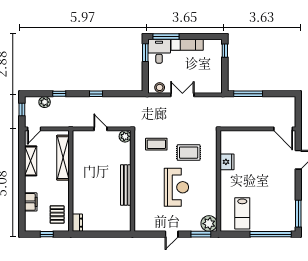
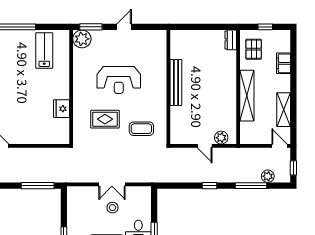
stool: (160, 87) -> (112, 208), moved
window: (59, 94) -> (251, 186), width x2.17
door: (34, 129) -> (279, 146), hinge flipped
plant: (125, 136) -> (221, 138), moved
shelving: (63, 158) -> (247, 96), moved
reception desk: (176, 187) -> (119, 80), turned -90

